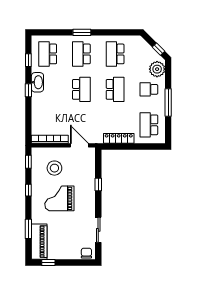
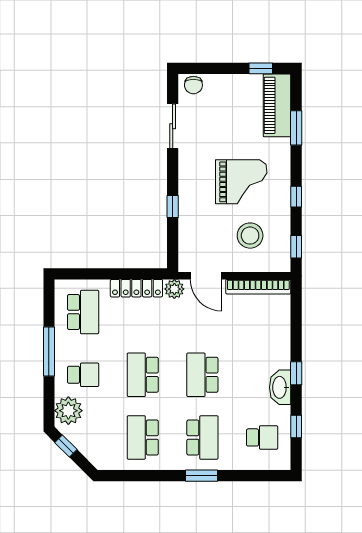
school desk: (48, 54) -> (262, 437), width x0.54
school desk: (115, 54) -> (143, 437), turned 180
plant: (97, 138) -> (174, 289), added

